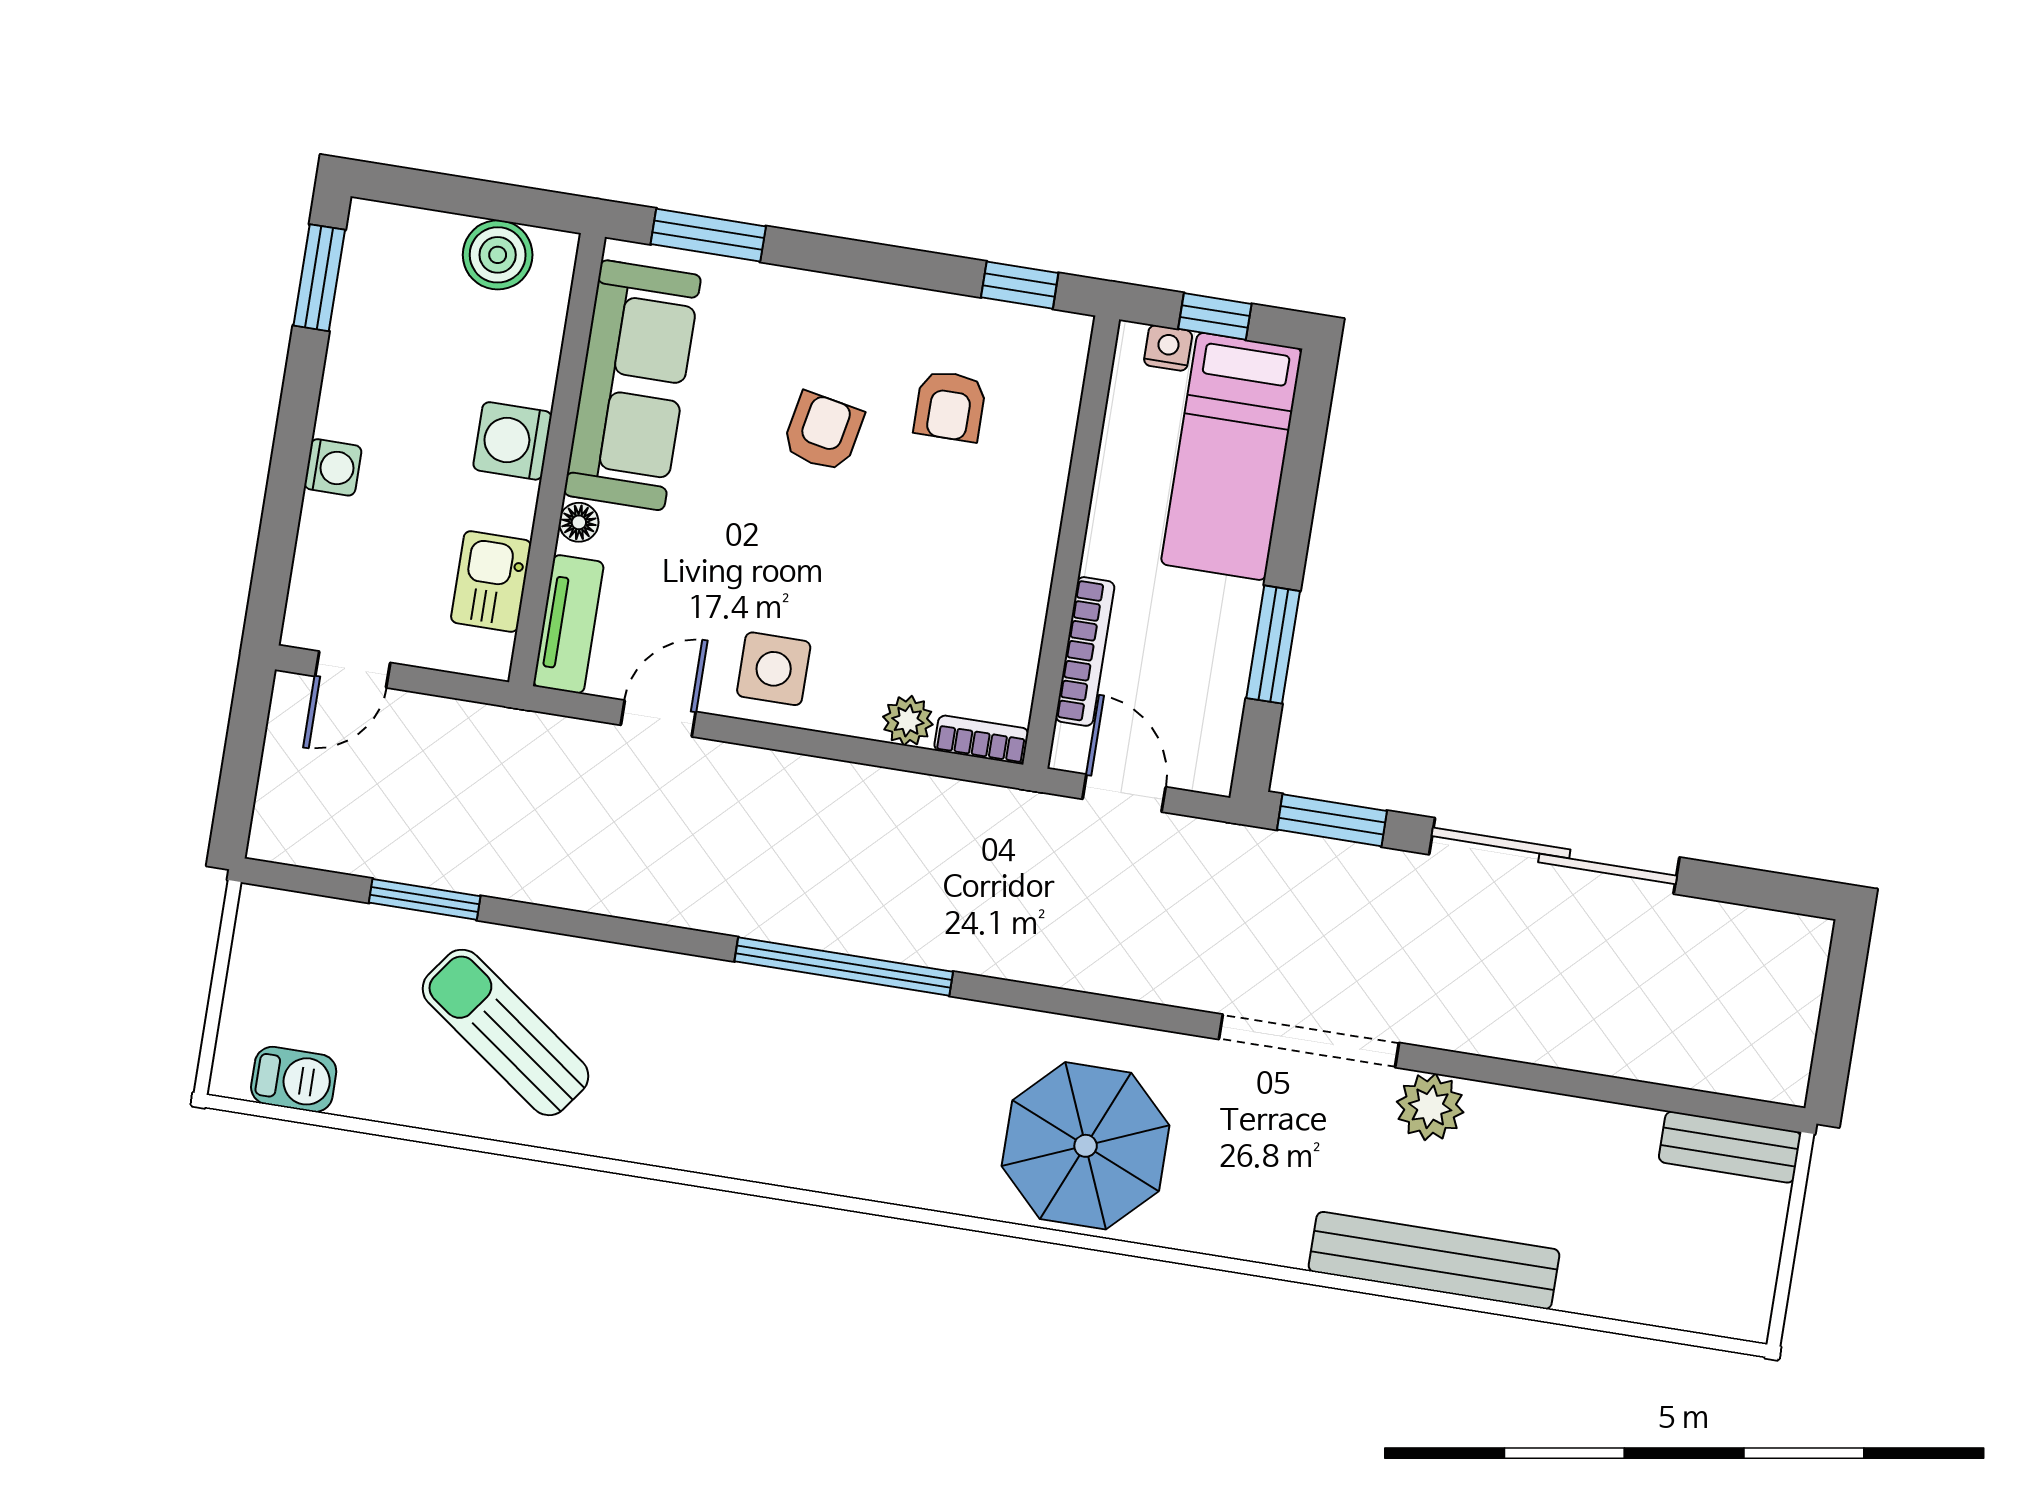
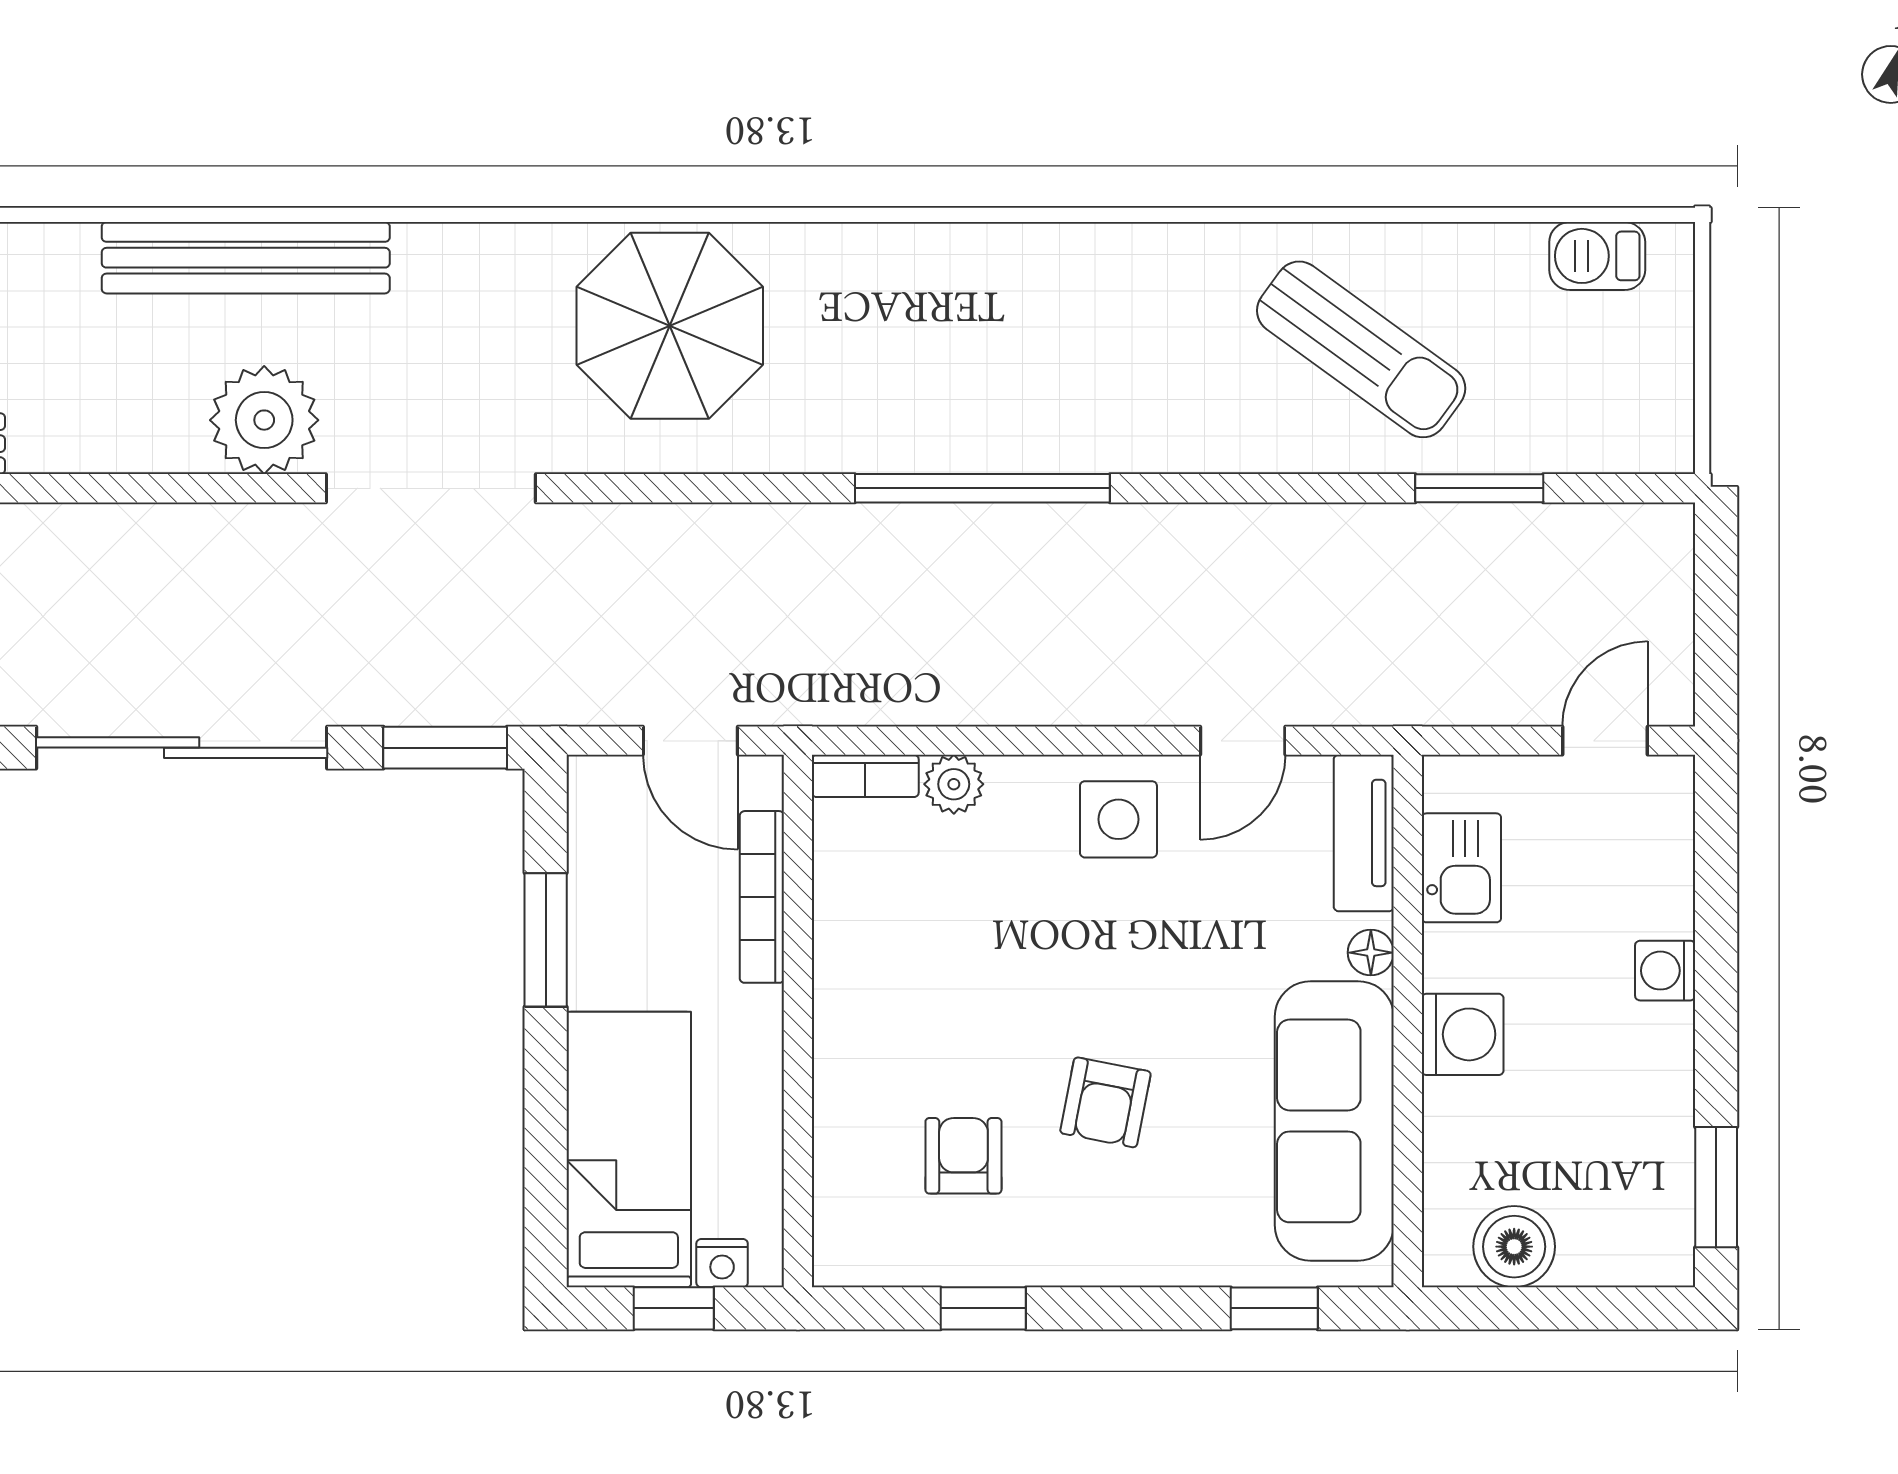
window: (708, 235) -> (1274, 1308), width x0.67
window: (1020, 285) -> (983, 1308), moved
plant: (1430, 1107) -> (264, 420), width x1.36, depth x1.36

